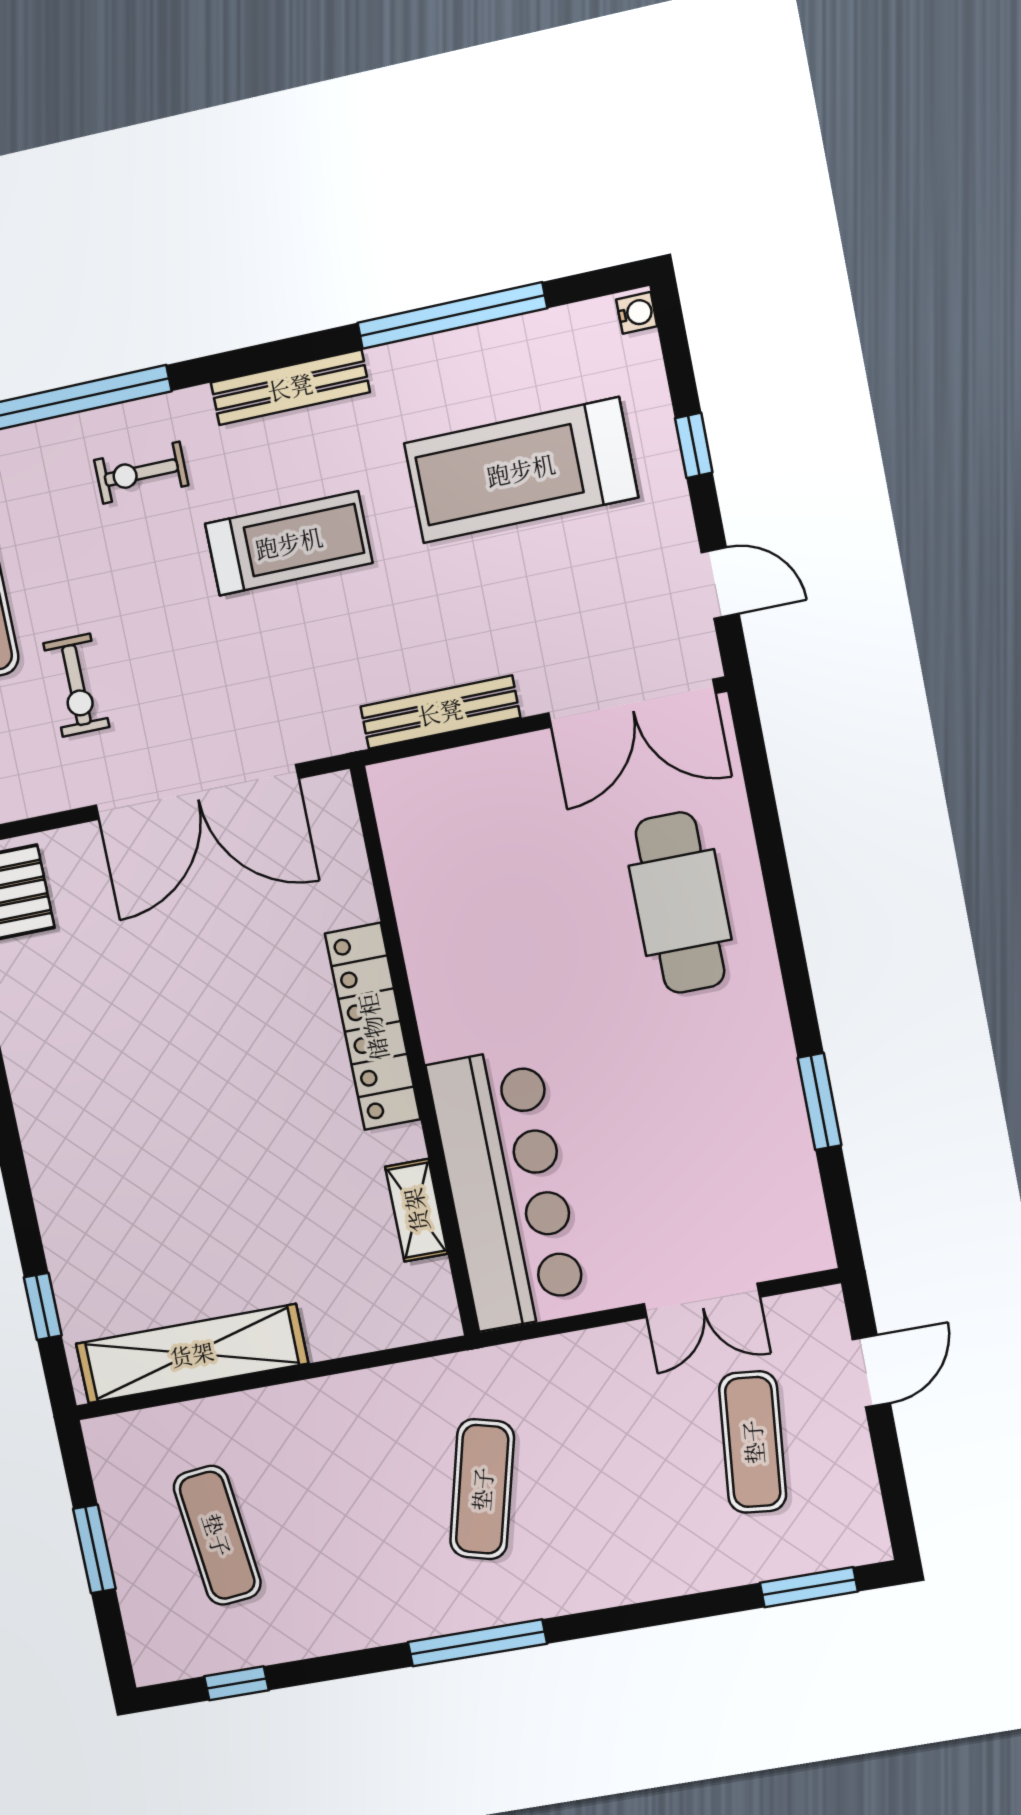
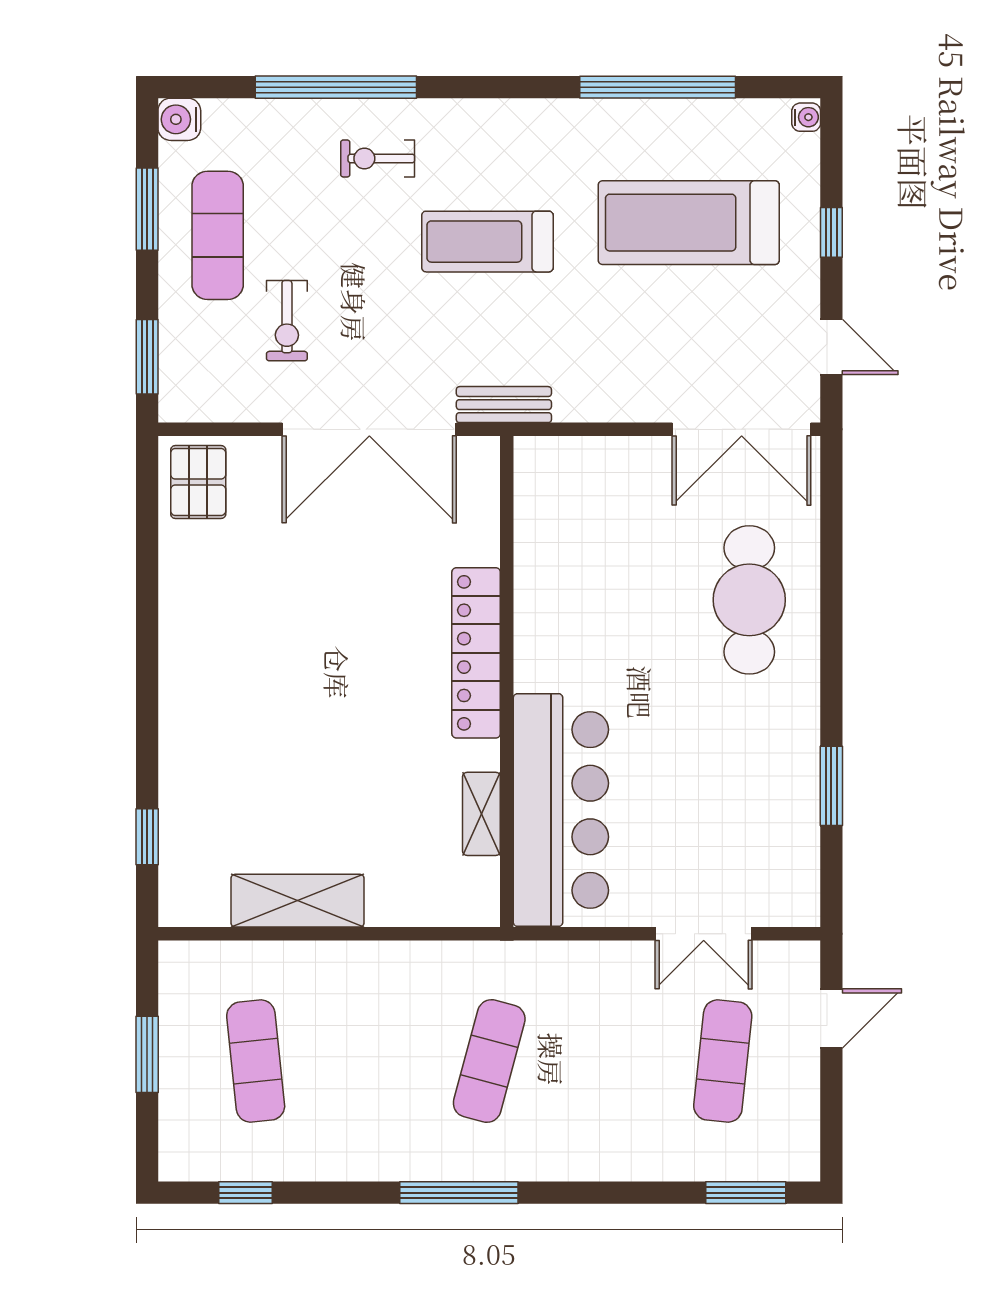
bench: (290, 387) -> (515, 116), removed
treadmill: (289, 543) -> (487, 242), turned 180
bench: (440, 712) -> (504, 405), moved, width x0.73
shelving: (192, 1354) -> (297, 901), width x0.68

